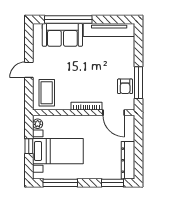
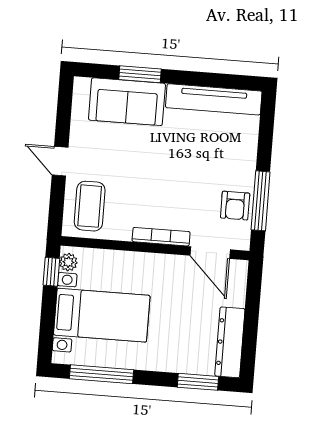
window: (68, 20) -> (140, 74), width x0.47
door: (29, 70) -> (60, 161), hinge flipped
window: (29, 146) -> (51, 272), moved

